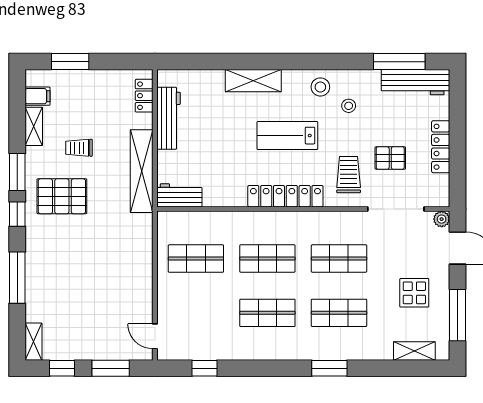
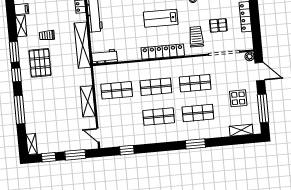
pallet: (62, 196) -> (40, 63), turned 90
shelving: (142, 274) -> (88, 101), added

